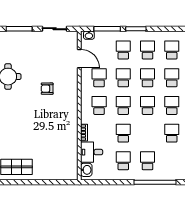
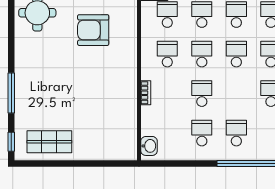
armchair: (47, 89) -> (93, 30), width x1.88, depth x1.88
desk: (92, 152) -> (157, 121), removed

